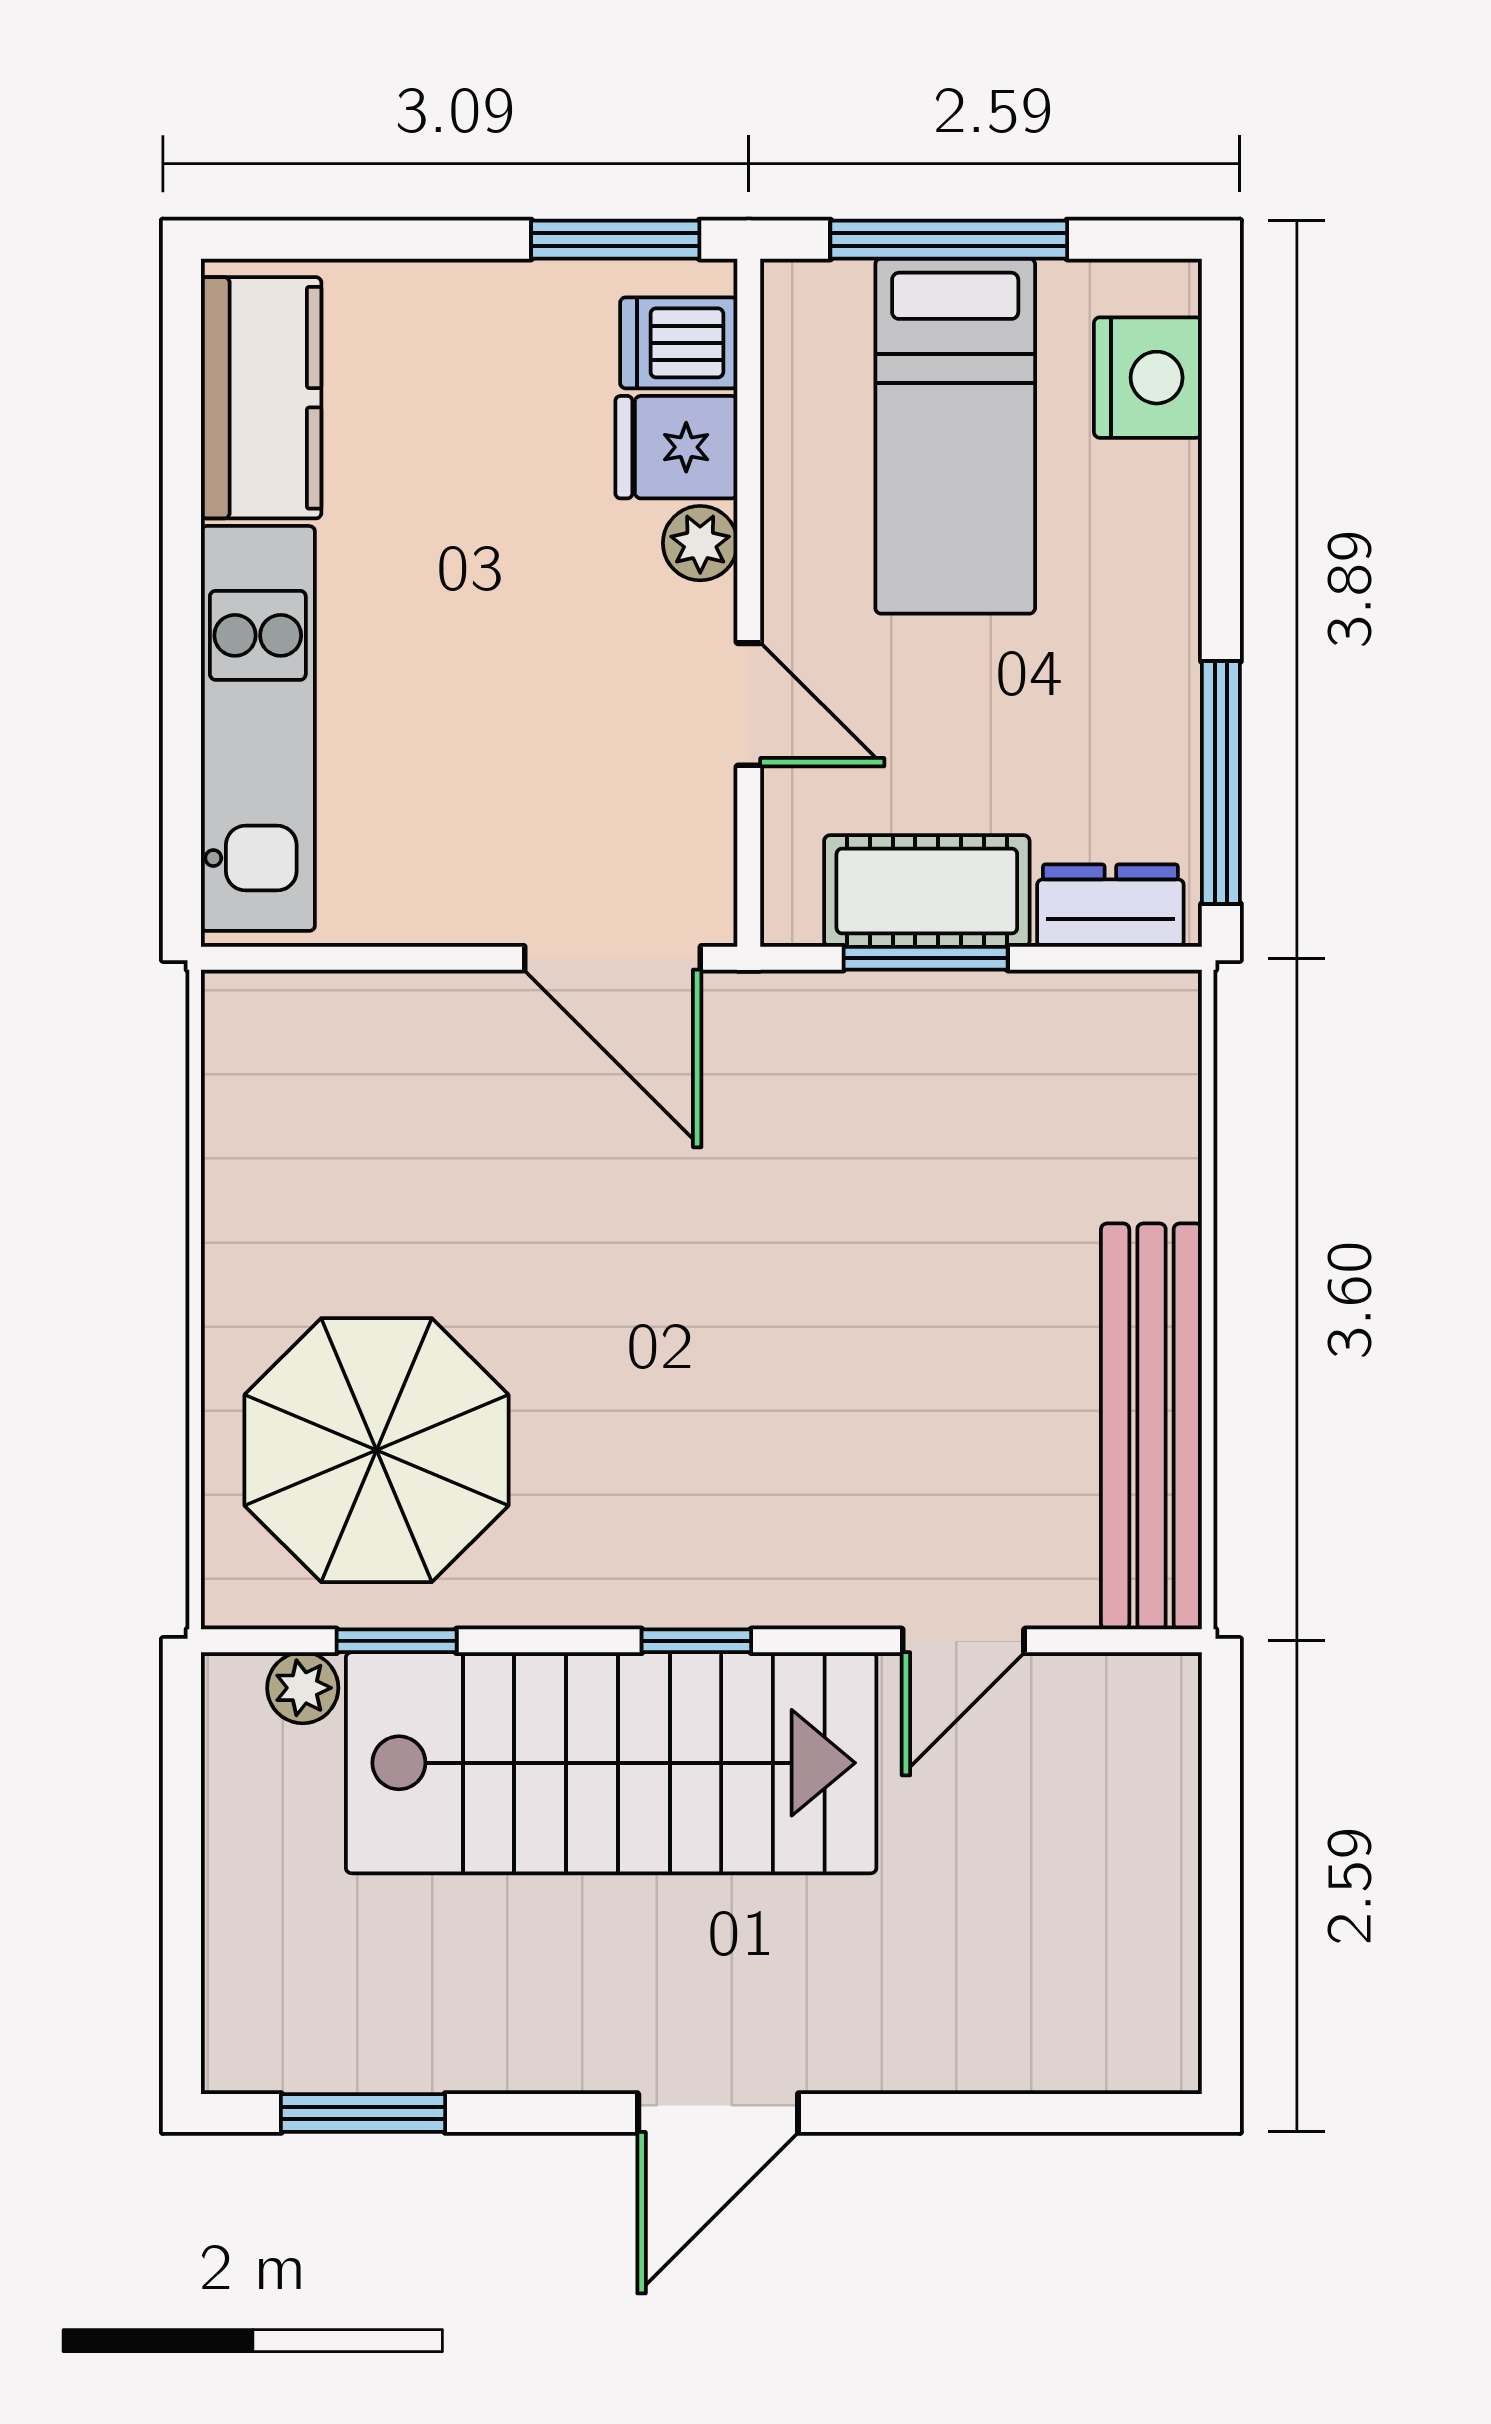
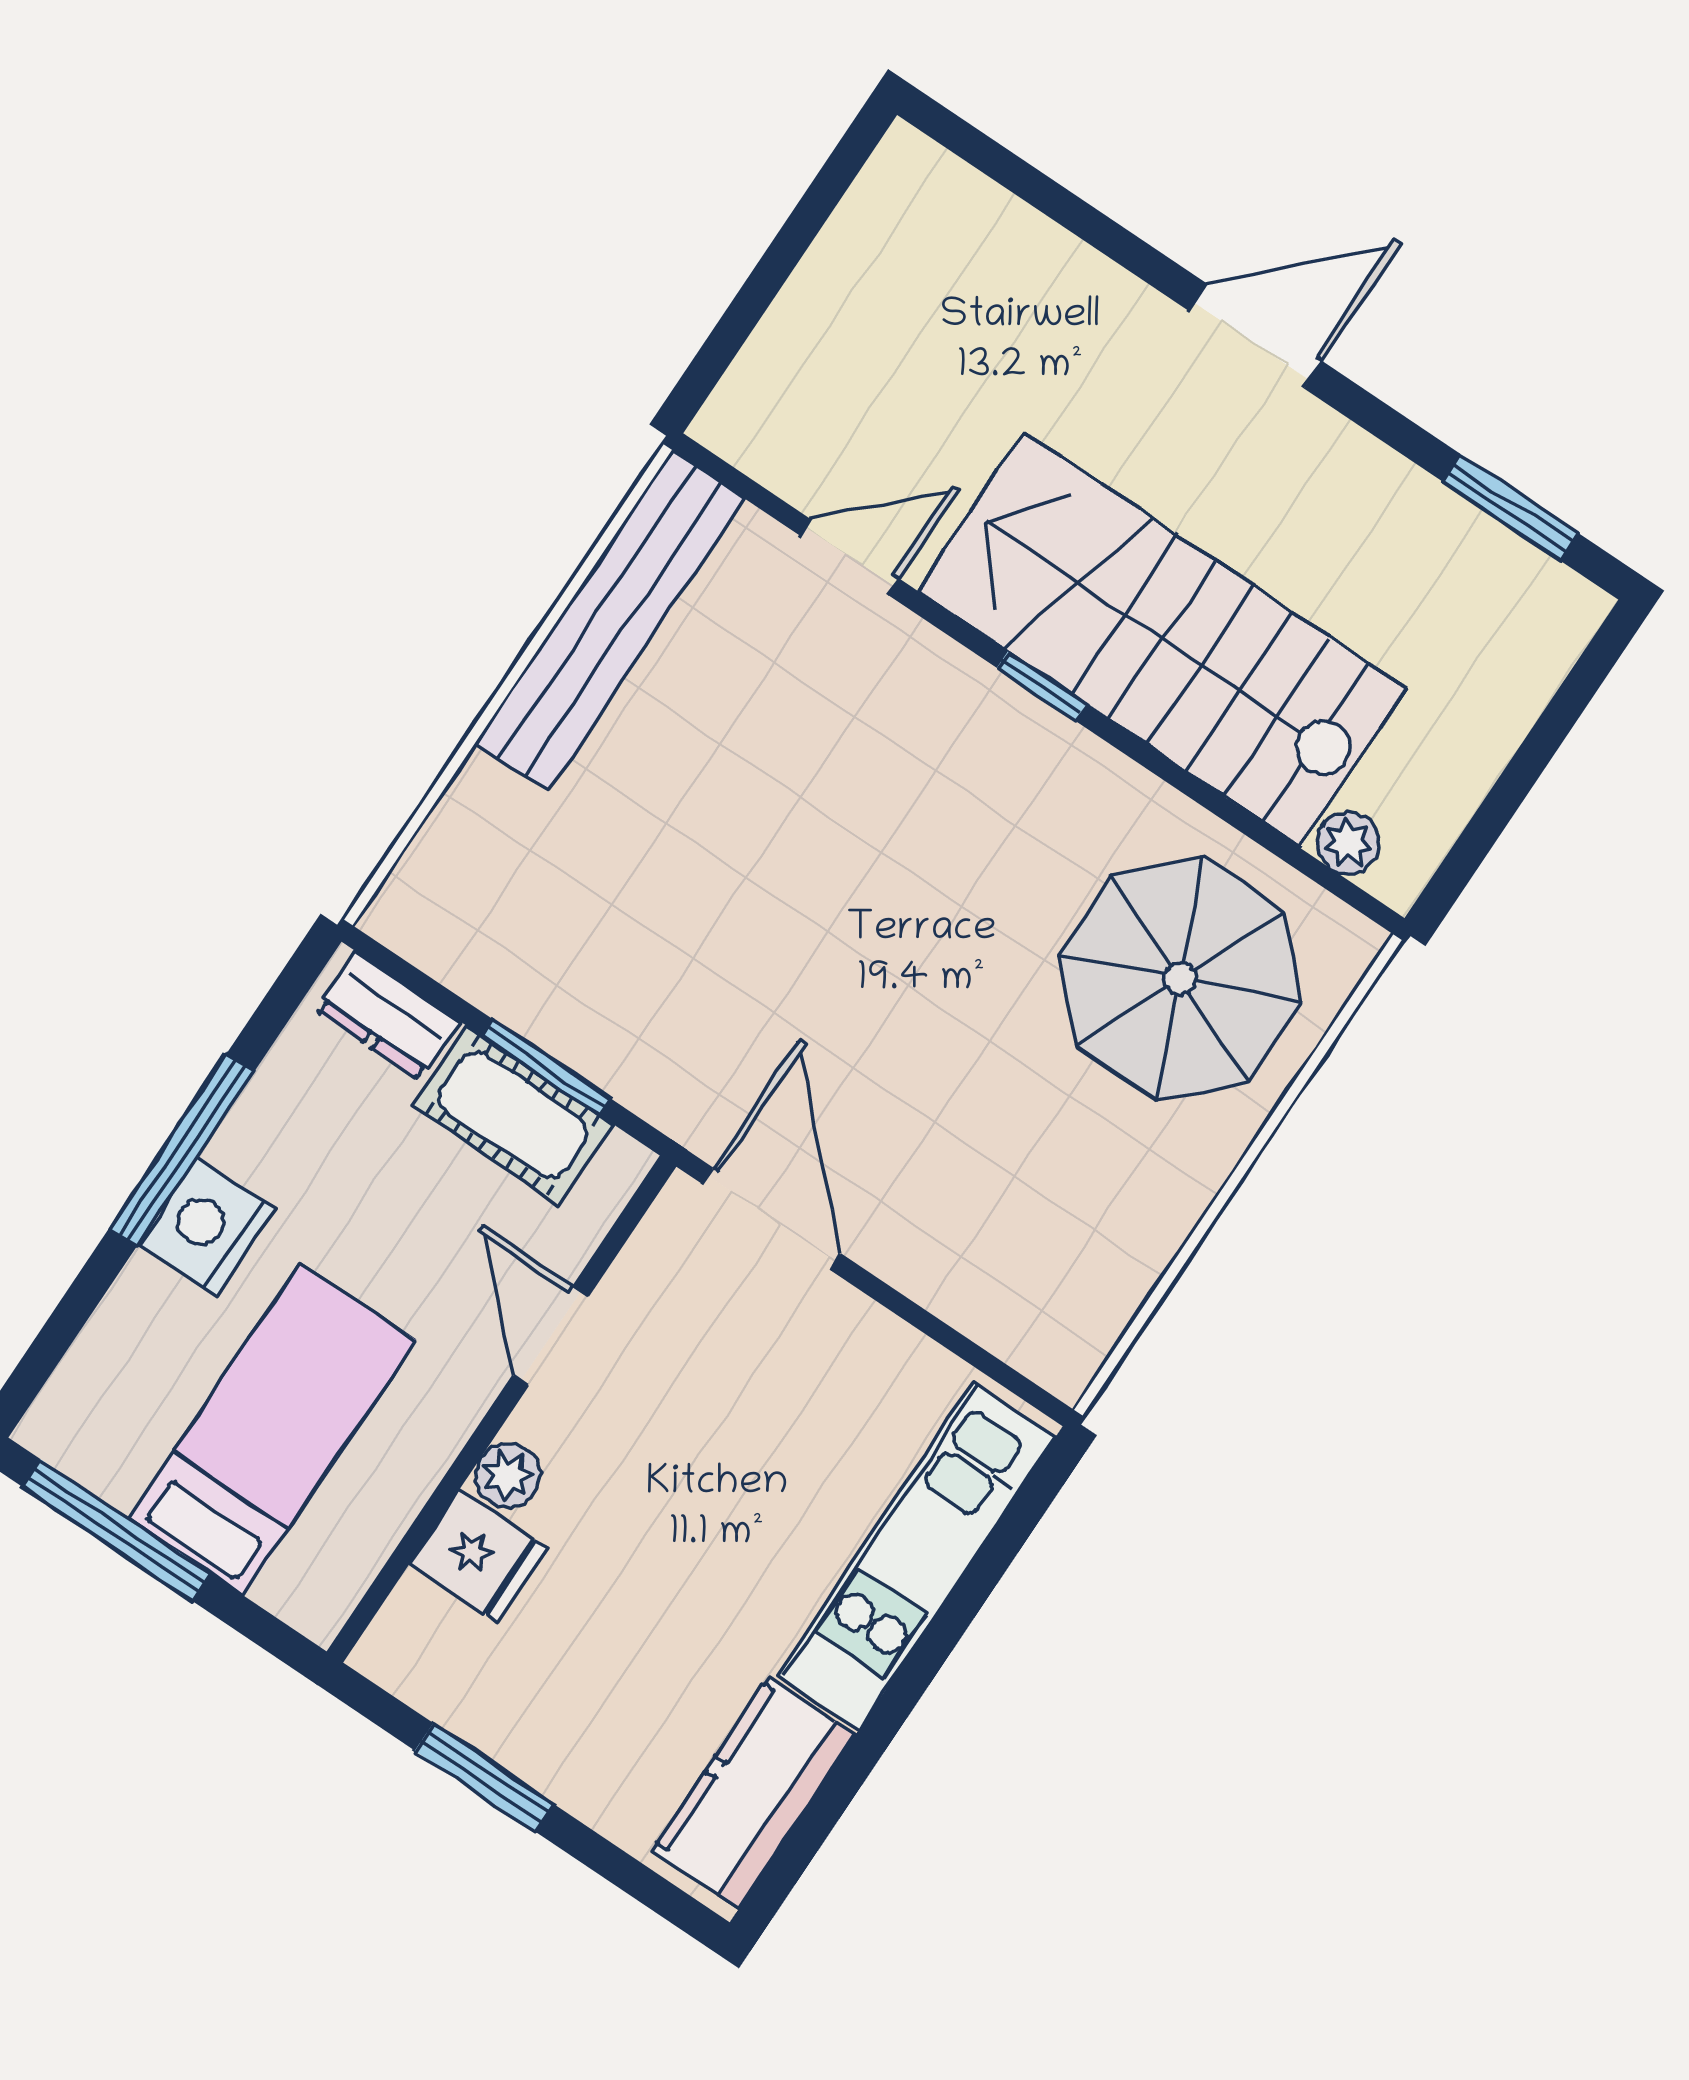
window: (615, 240) -> (485, 1778), moved
window: (949, 240) -> (117, 1530), moved
dishwasher: (679, 343) -> (426, 1630), removed
nightstand: (1148, 378) -> (207, 1226), moved
window: (1221, 783) -> (181, 1150), moved
window: (397, 1641) -> (1258, 831), removed

